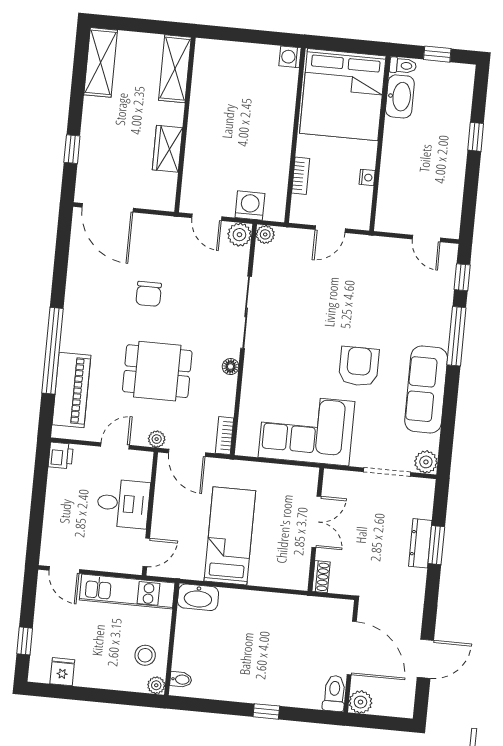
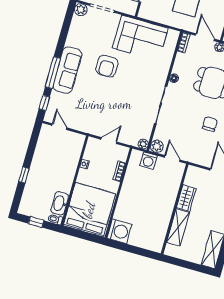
washing machine: (290, 57) -> (119, 231), width x1.89, depth x1.89
shelving: (175, 69) -> (178, 227), moved
sofa: (426, 390) -> (67, 70), moved

